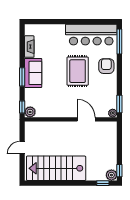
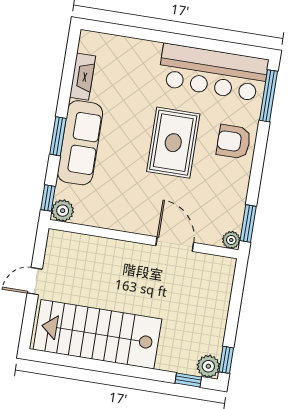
armchair: (106, 66) -> (234, 142), turned -90
sofa: (33, 73) -> (80, 143), width x1.36

